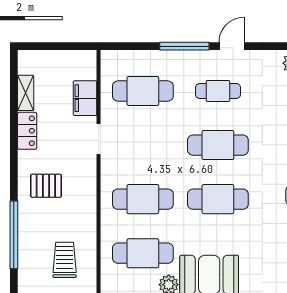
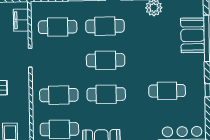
cafe table: (218, 91) -> (105, 26), width x1.37, depth x1.35
filing cabinet: (85, 98) -> (21, 20), moved

